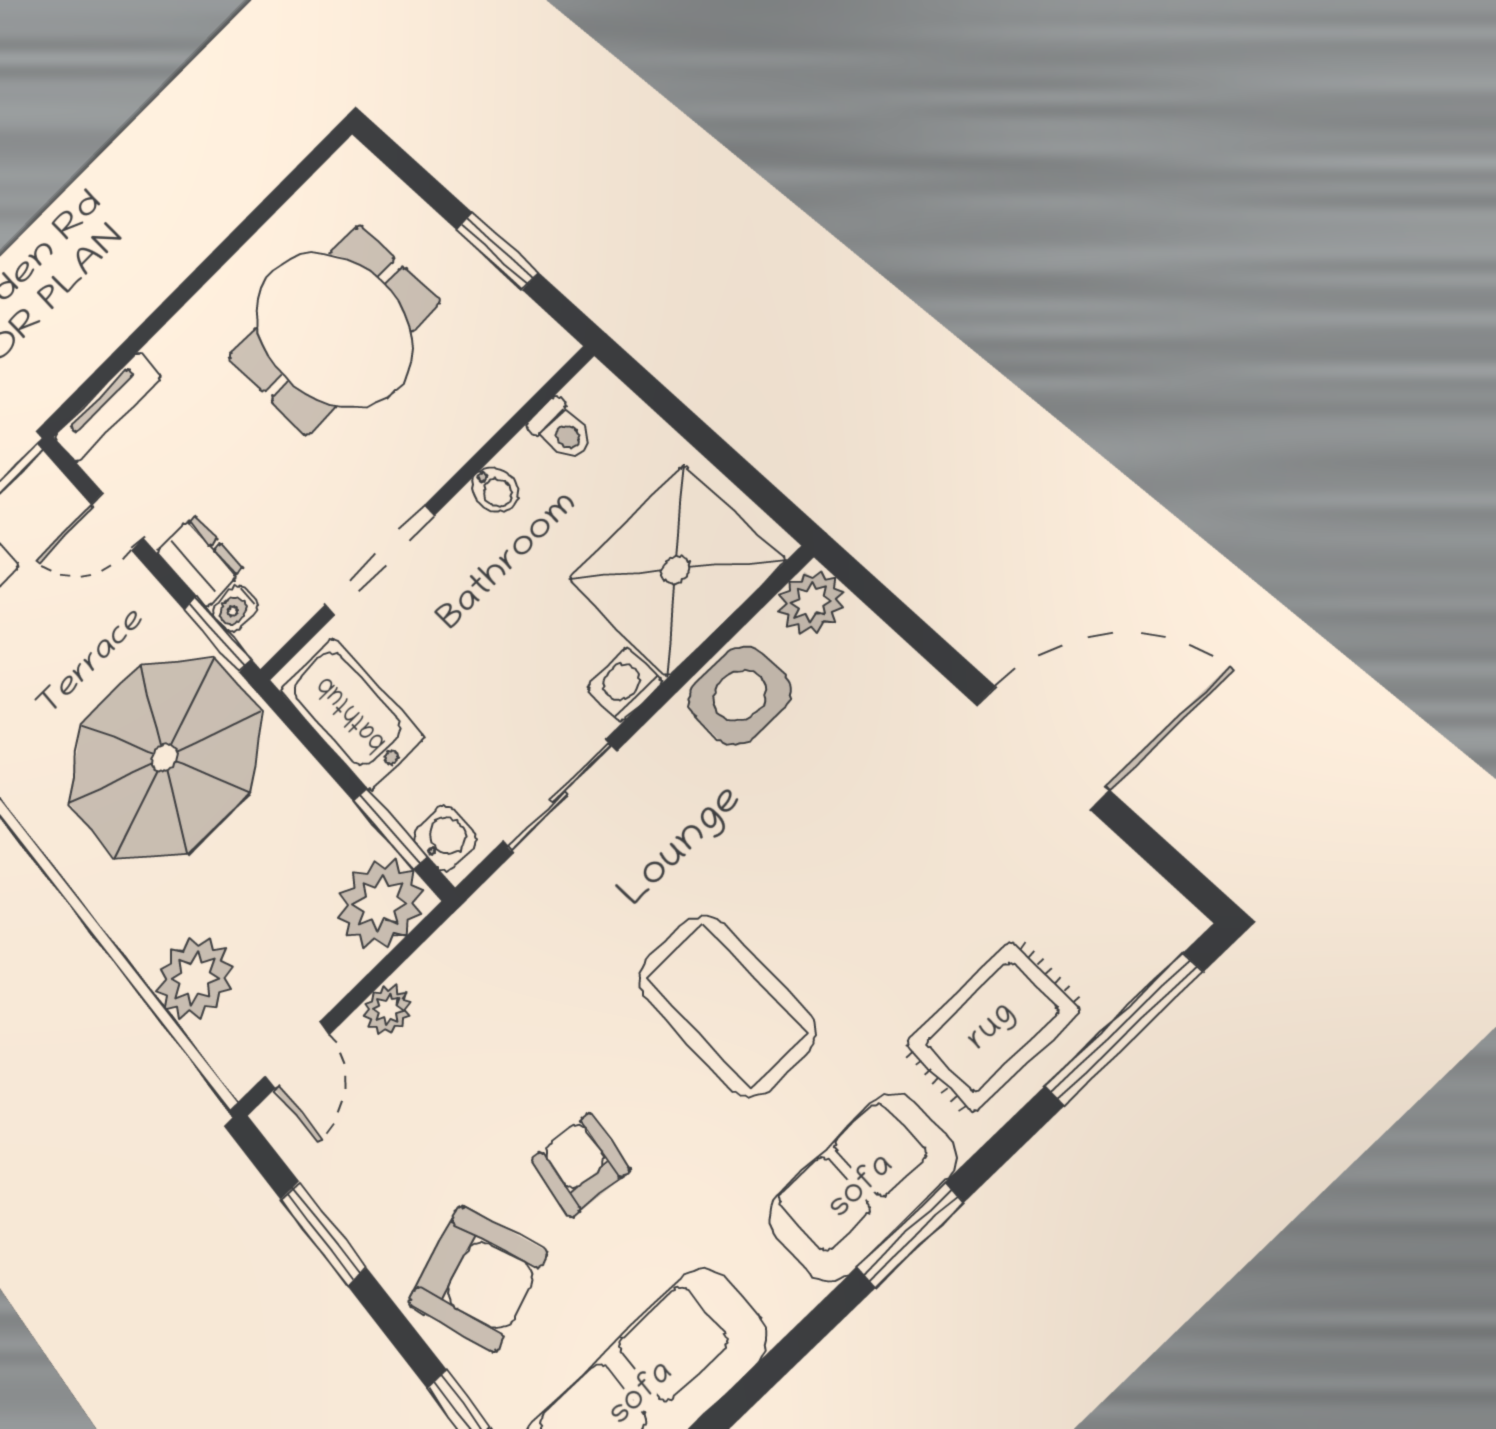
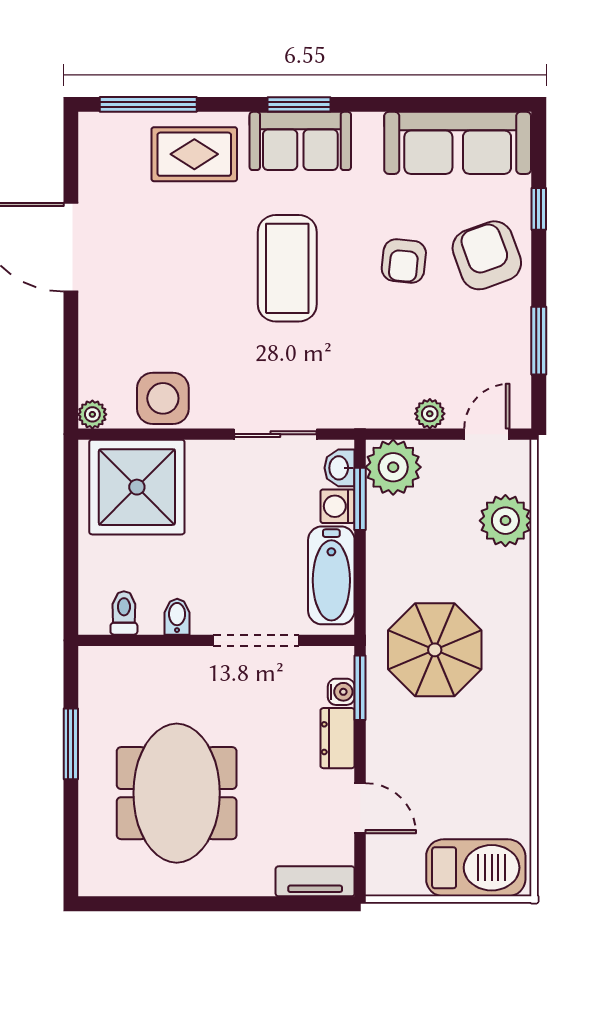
plant: (811, 602) -> (92, 414), width x0.73, depth x0.73
washing machine: (624, 684) -> (338, 506), moved, turned 90
parasol: (164, 758) -> (435, 650), width x0.73, depth x0.73

